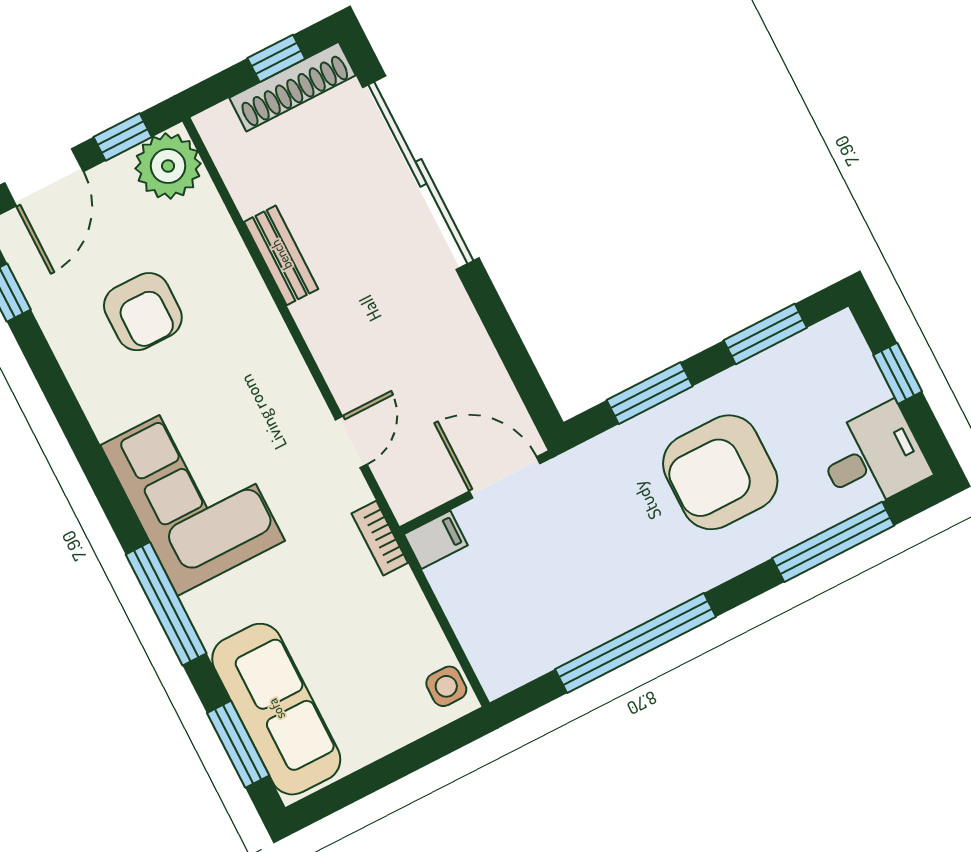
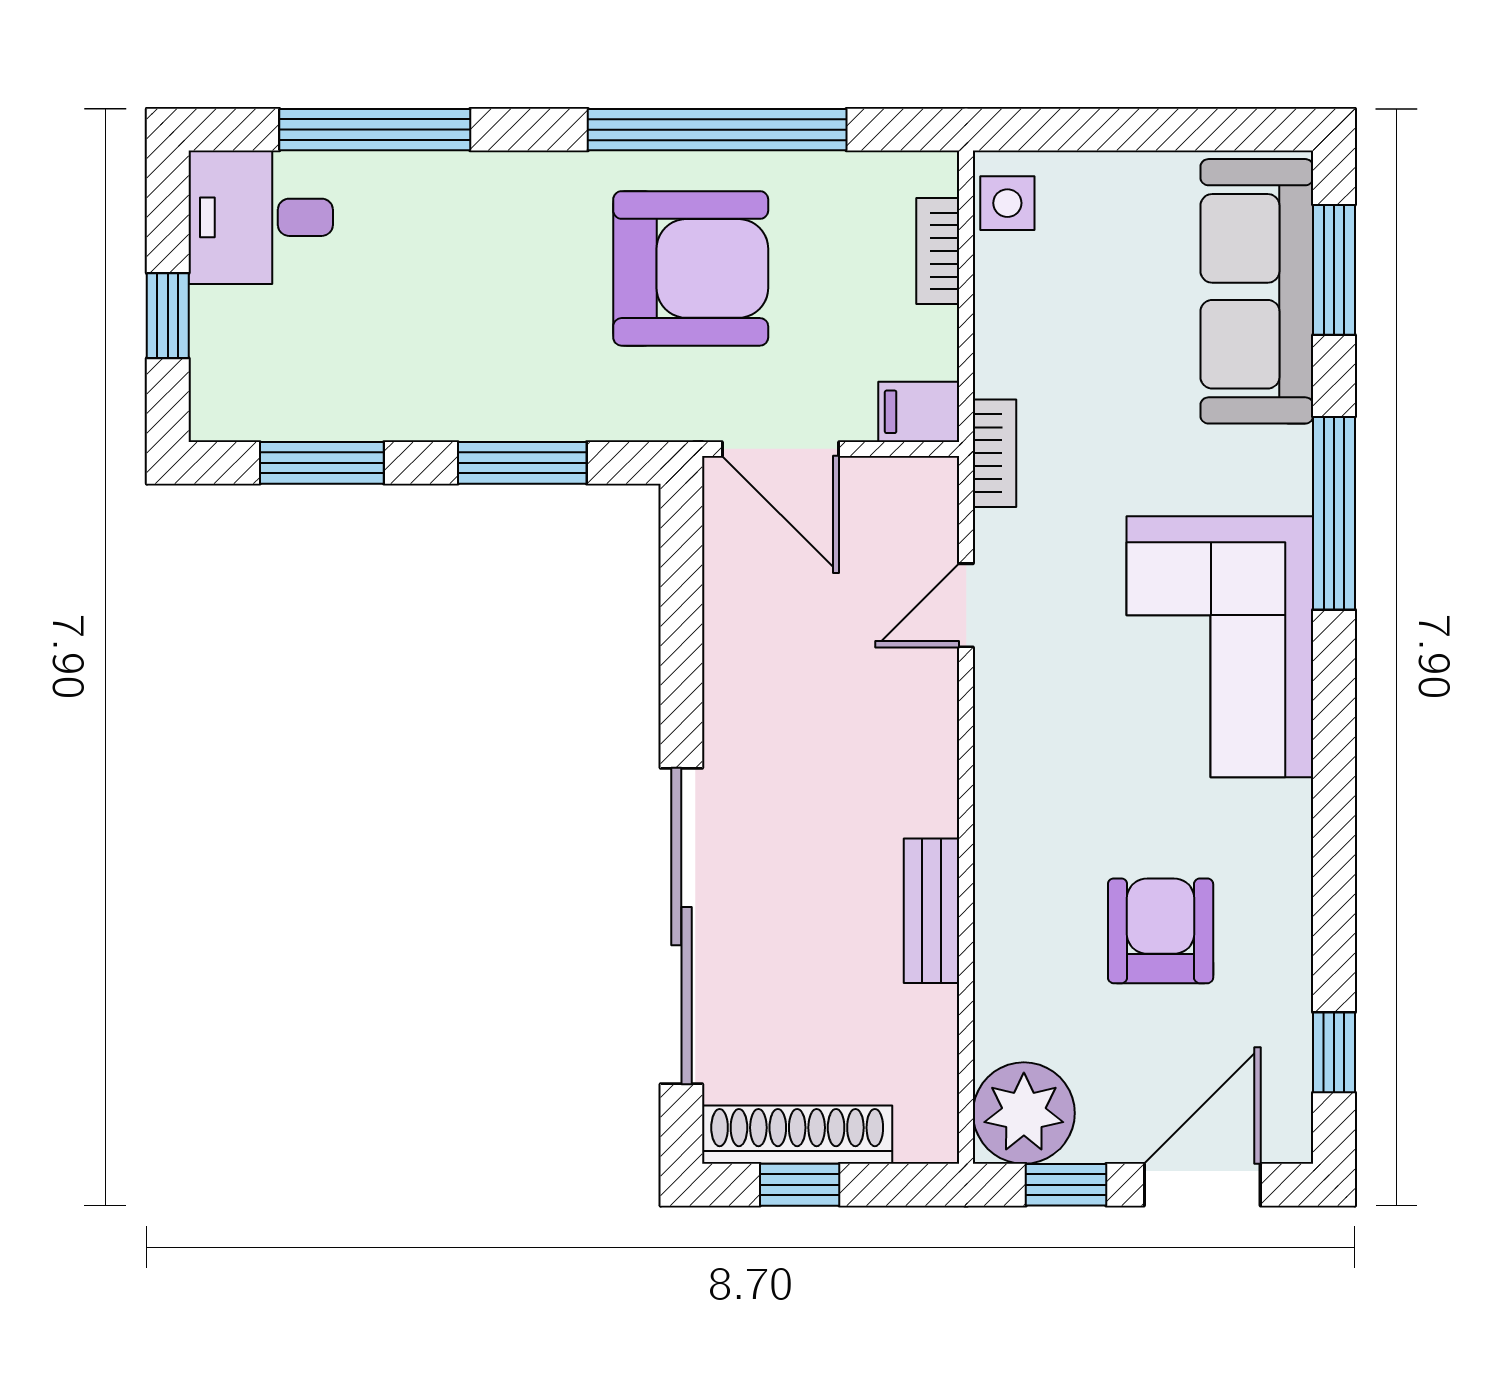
armchair: (720, 472) -> (691, 268), moved
bookcase: (472, 638) -> (938, 251), added

